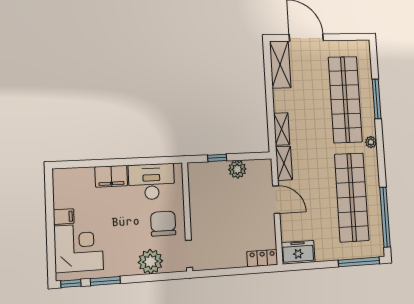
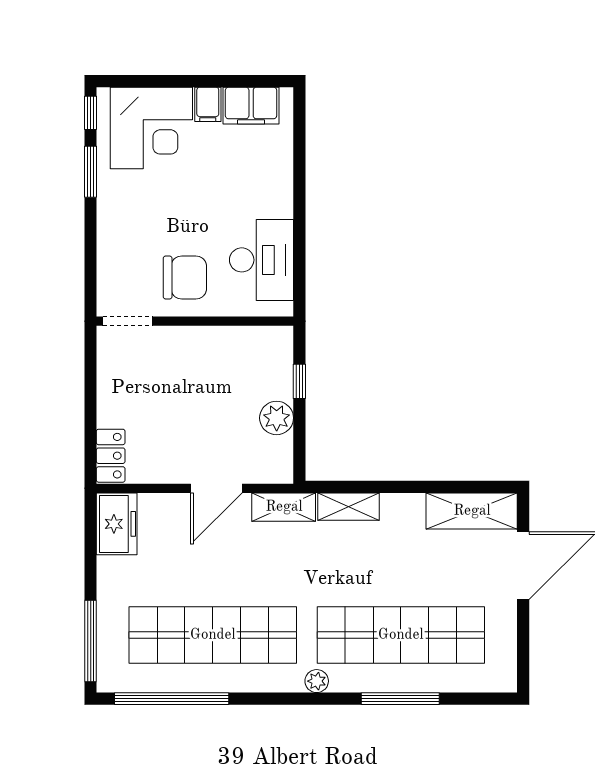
filing cabinet: (111, 176) -> (251, 106), moved, turned -90
plant: (150, 262) -> (119, 252), removed

